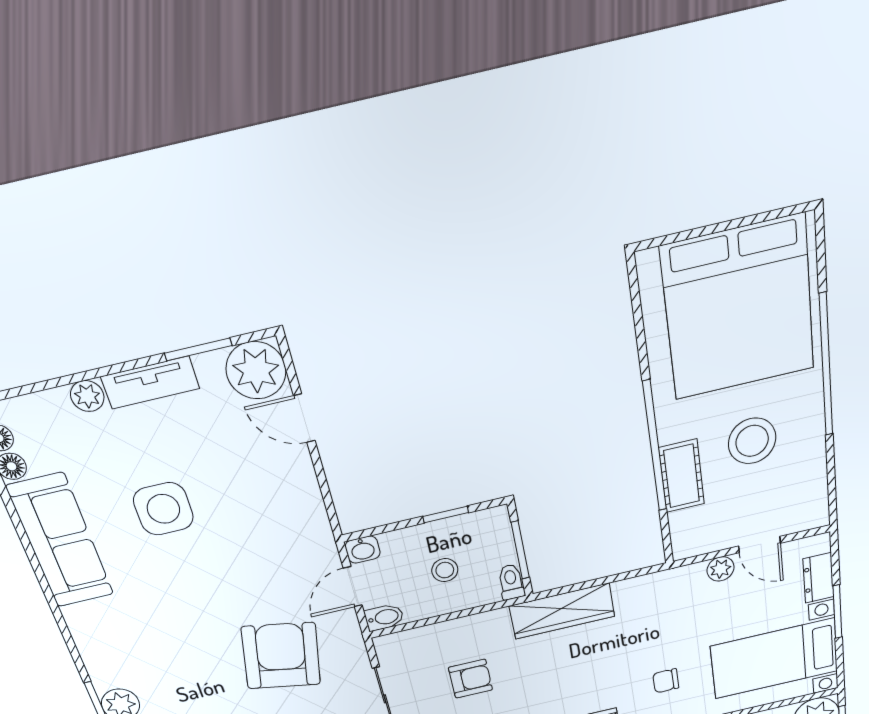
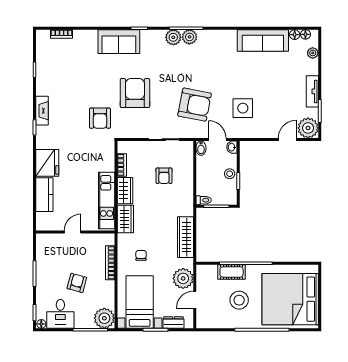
plant: (87, 396) -> (313, 53), moved
side table: (163, 509) -> (243, 108), moved
plant: (721, 569) -> (183, 278), width x1.88, depth x1.88
stool: (445, 570) -> (230, 174), moved
wardrobe: (562, 611) -> (185, 237), moved

